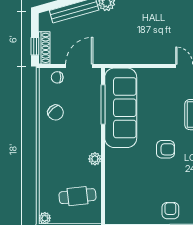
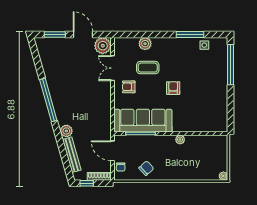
window: (35, 46) -> (87, 183), moved
cafe table: (77, 196) -> (207, 152), removed
armchair: (170, 211) -> (129, 87), moved

